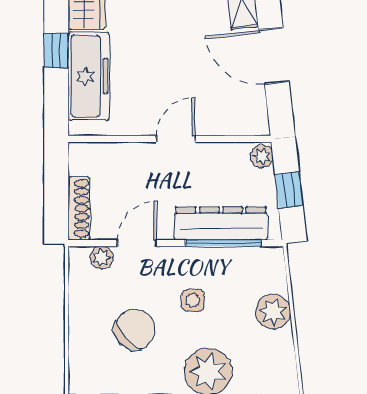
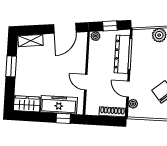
window: (56, 50) -> (63, 118), moved
door: (274, 56) -> (65, 28), moved
door: (176, 139) -> (86, 82), moved
side table: (193, 300) -> (153, 68), removed

